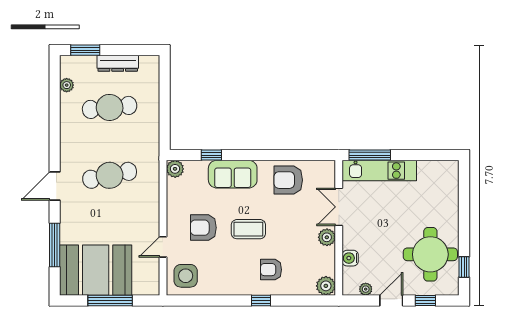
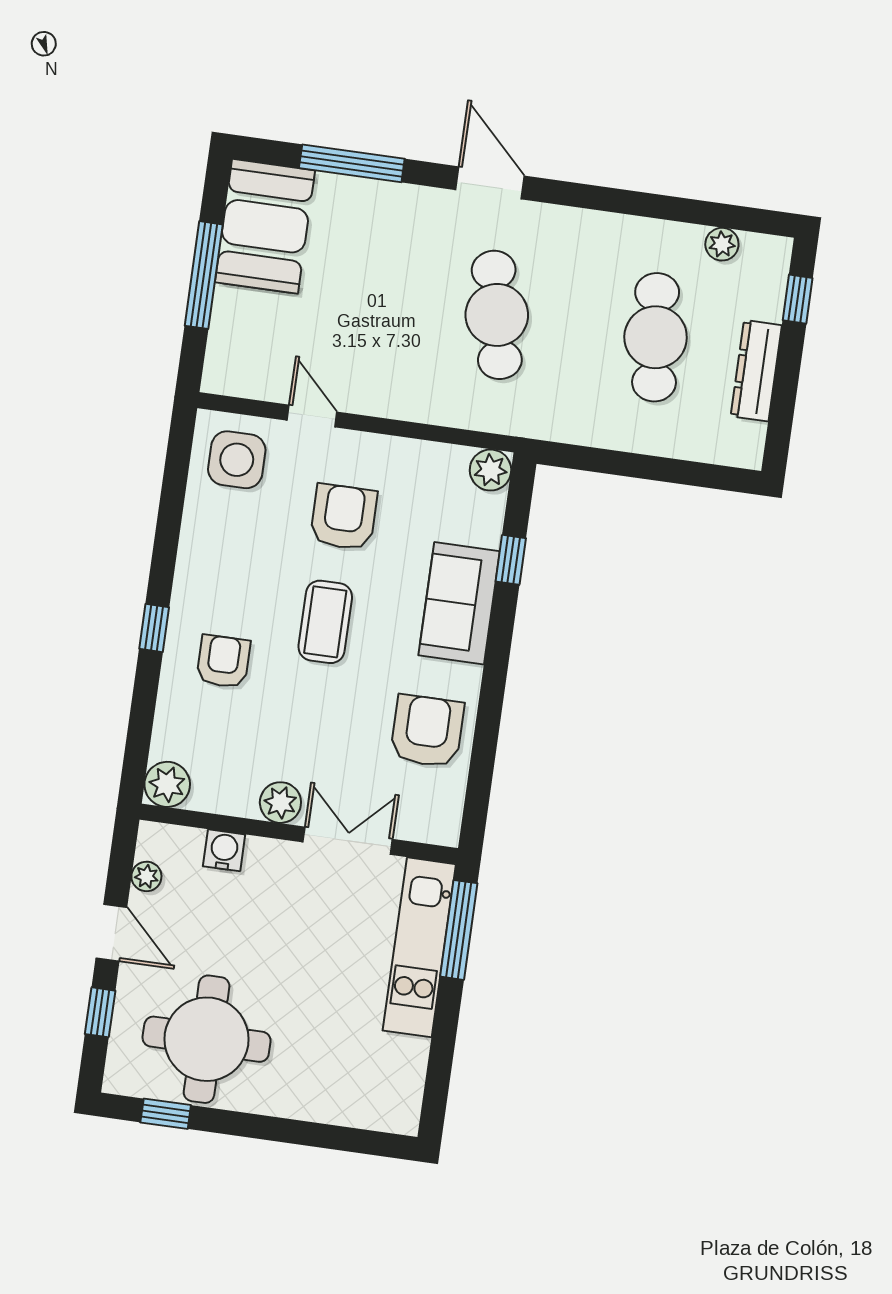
window: (85, 50) -> (798, 299), width x0.67
booth: (96, 270) -> (265, 226), width x0.73, depth x0.70

